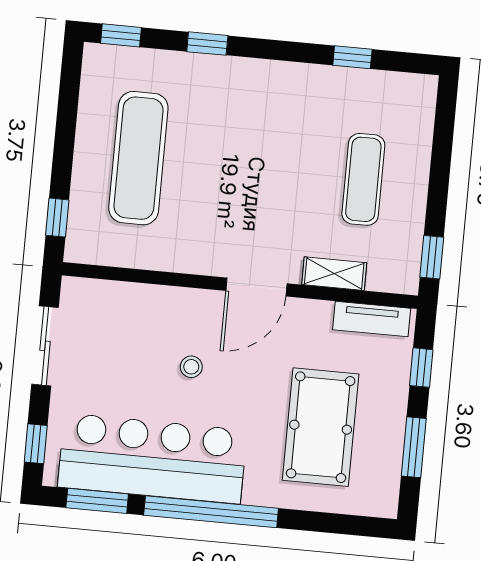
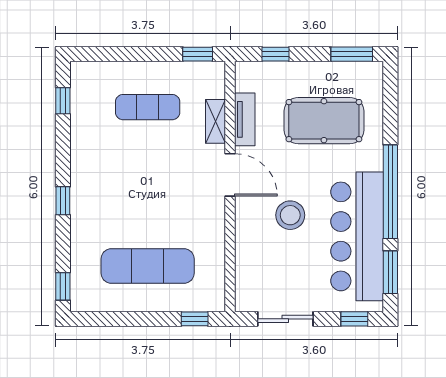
window: (207, 44) -> (63, 201), moved
window: (352, 57) -> (63, 101), moved
tv unit: (372, 319) -> (245, 119), moved
stool: (191, 367) -> (290, 215), width x1.89, depth x1.89
window: (414, 447) -> (352, 54), moved

